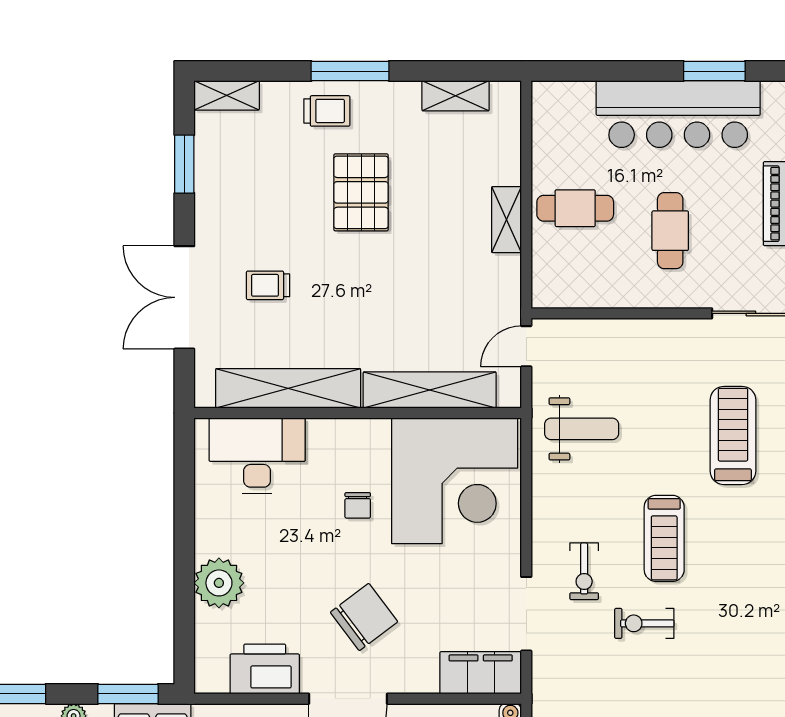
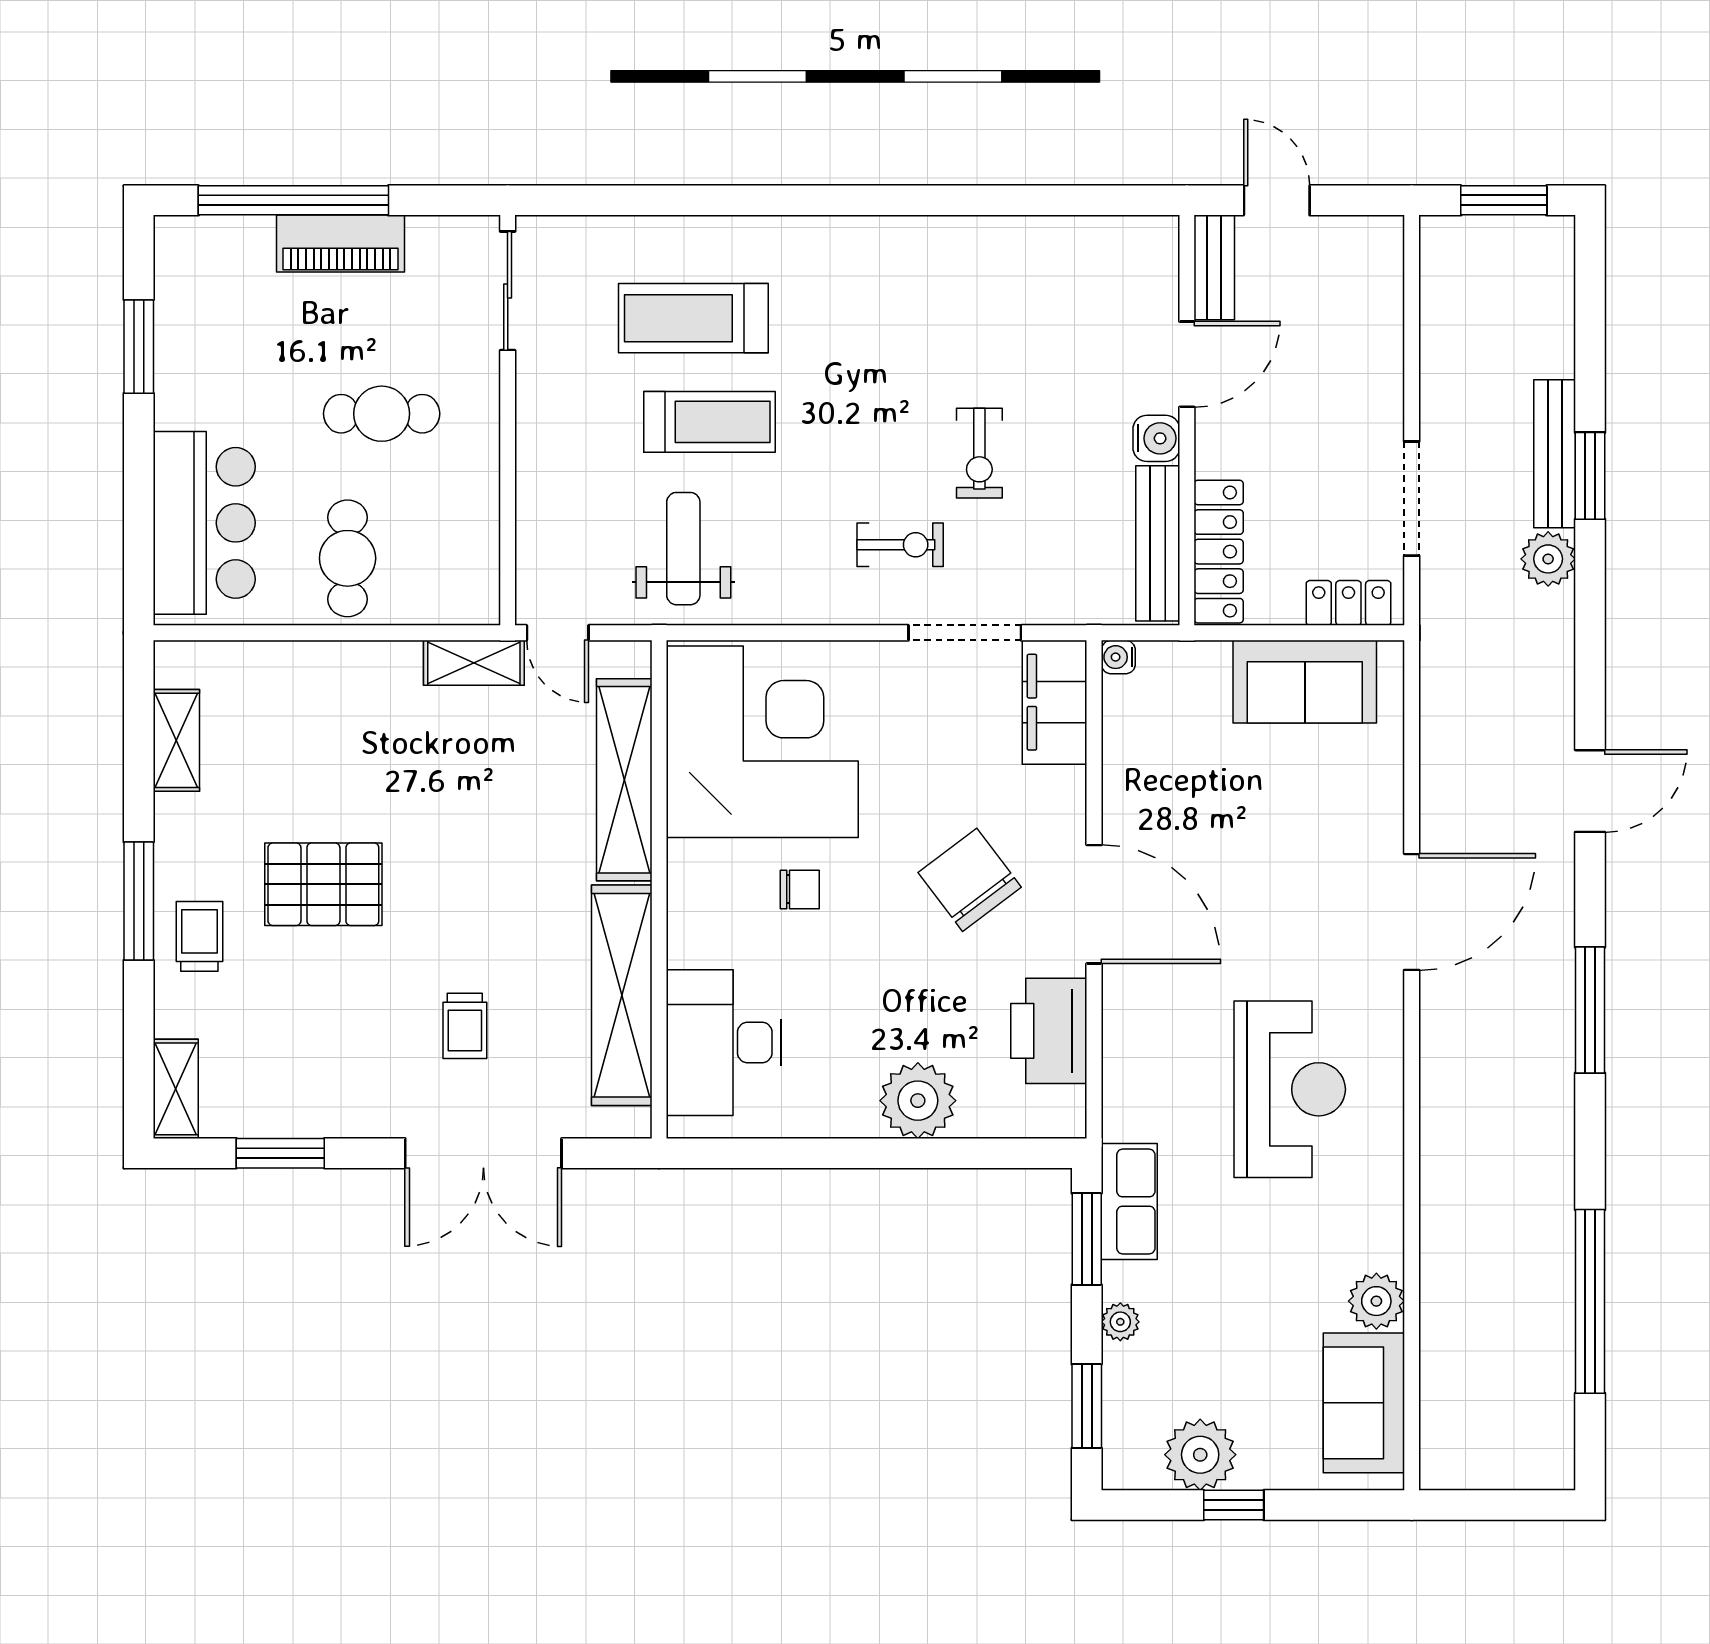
bar counter: (678, 114) -> (204, 523), moved, width x0.73
shelving: (507, 220) -> (474, 663), moved
treadmill: (664, 538) -> (710, 422), moved

